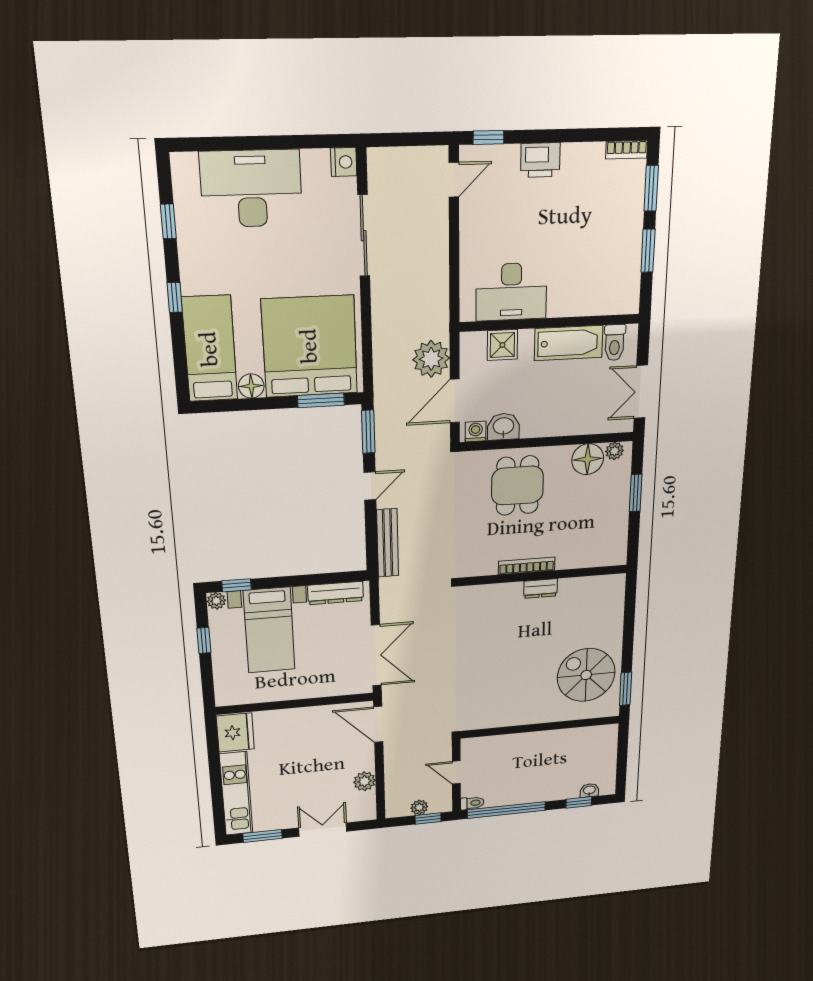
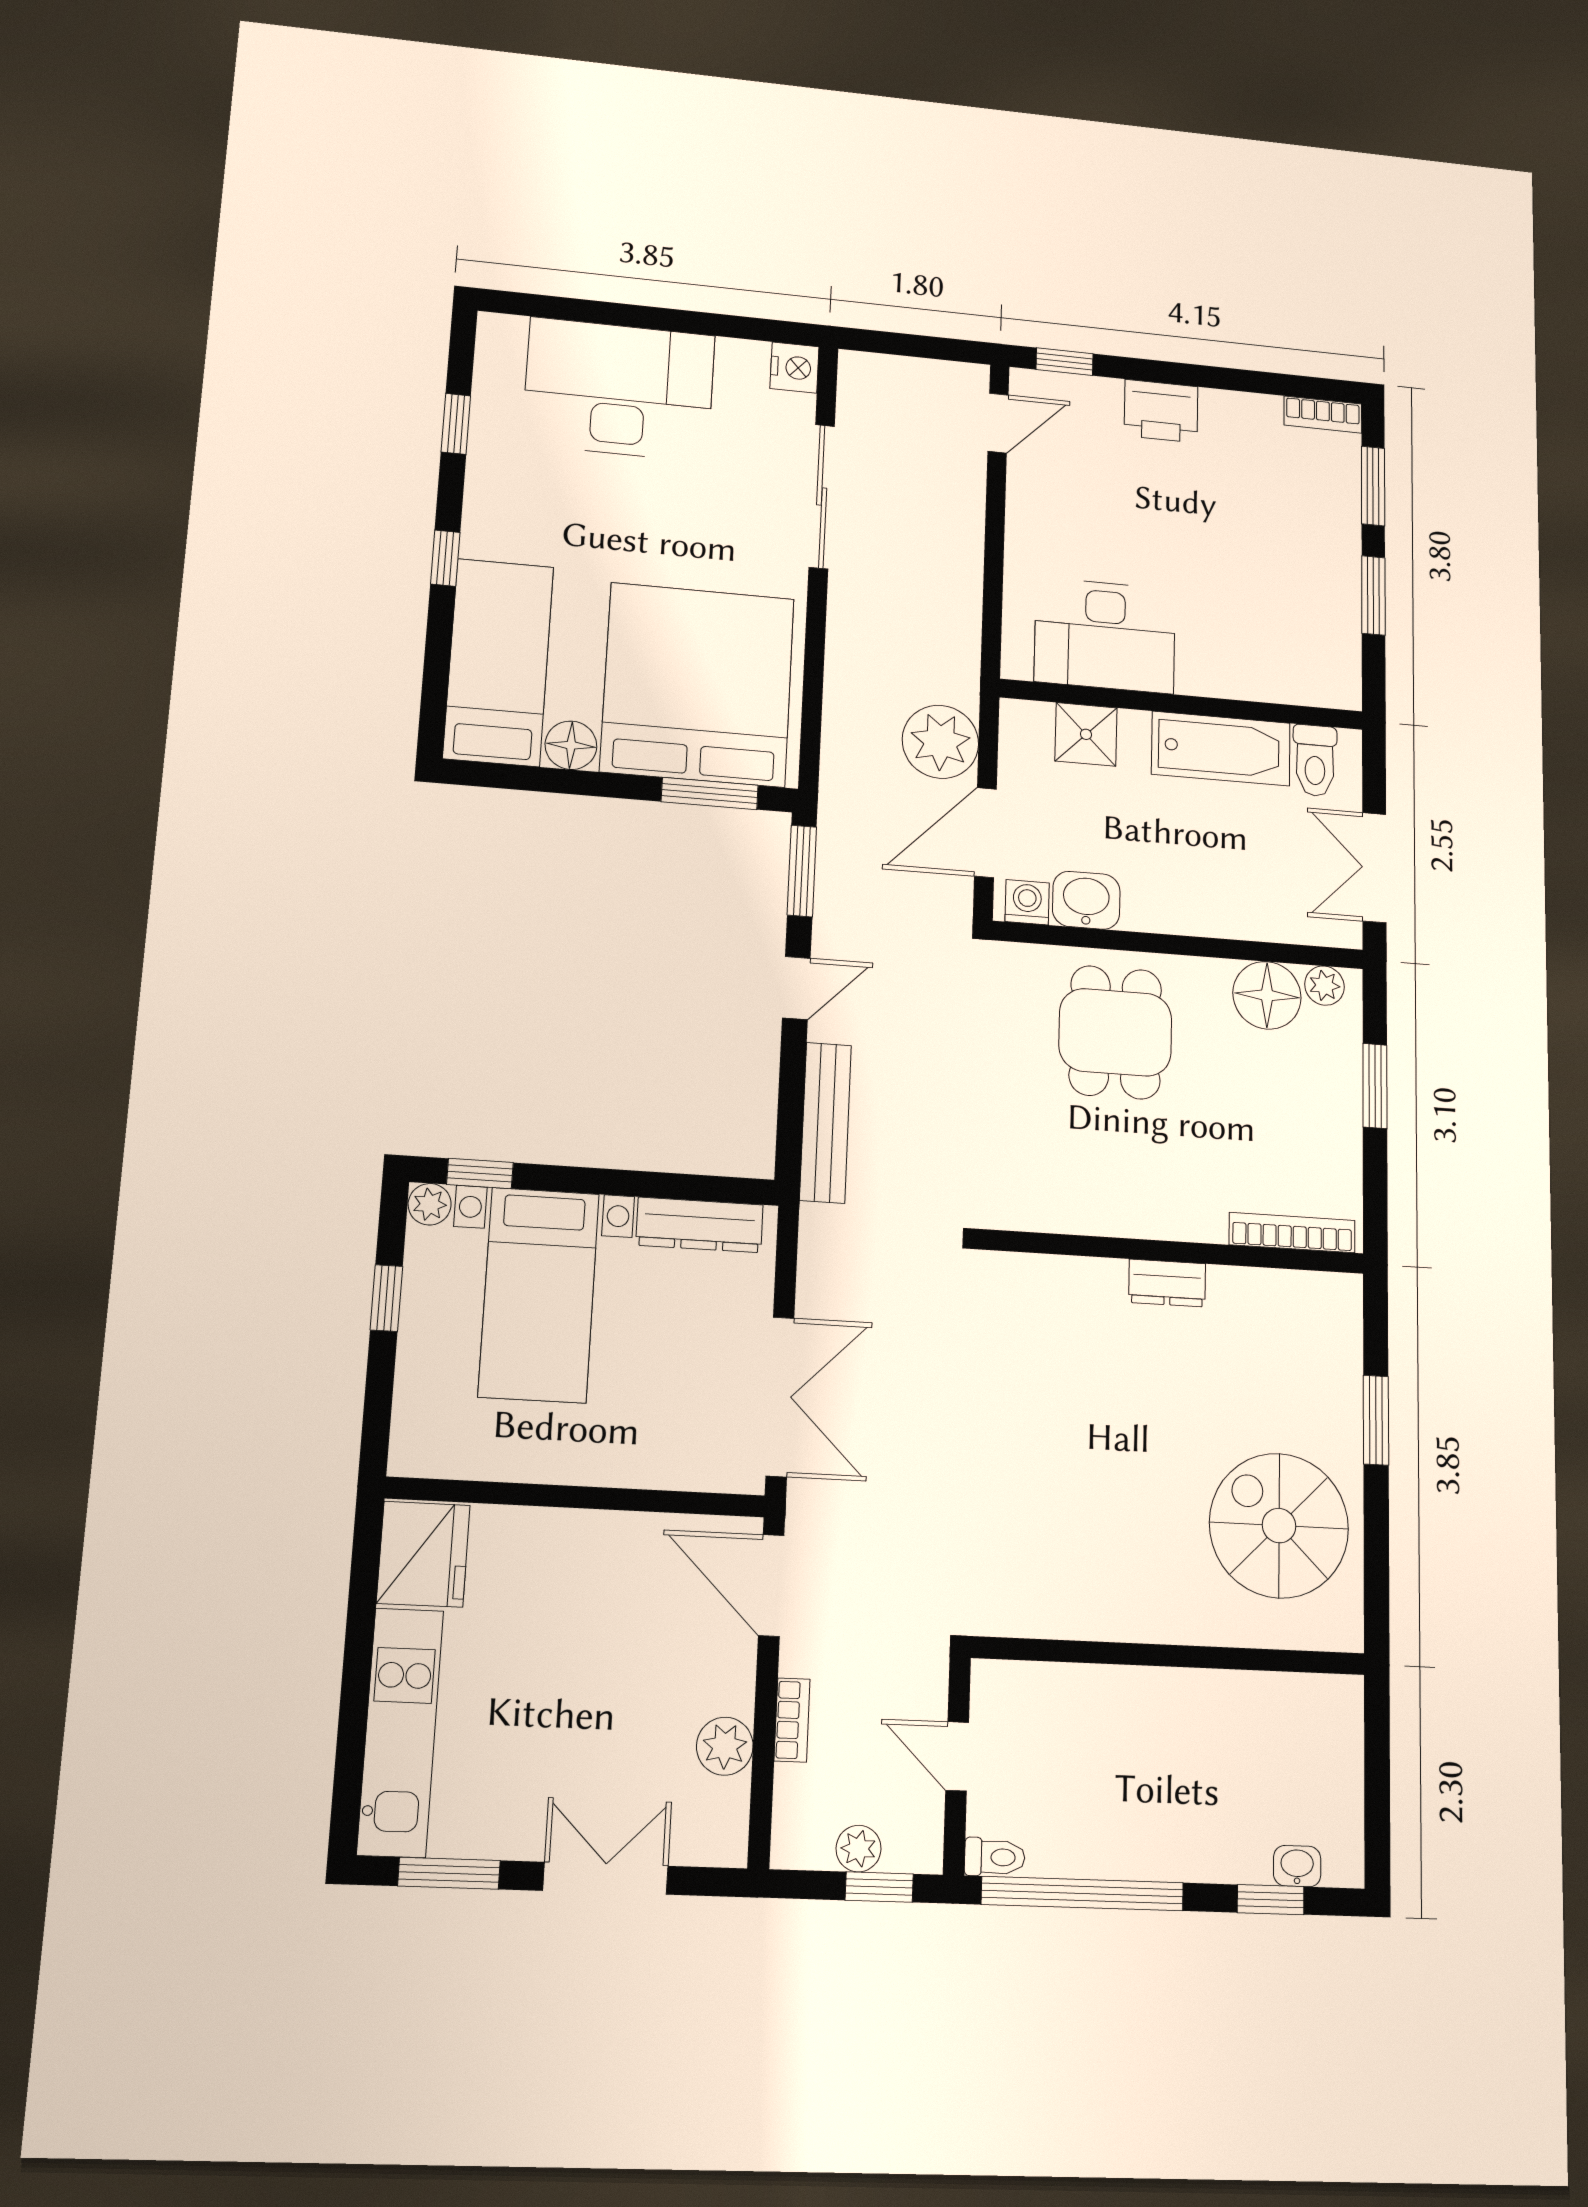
bookcase: (527, 566) -> (1292, 1233), moved
window: (626, 689) -> (1376, 1420), moved
bookcase: (390, 769) -> (792, 1720), added

